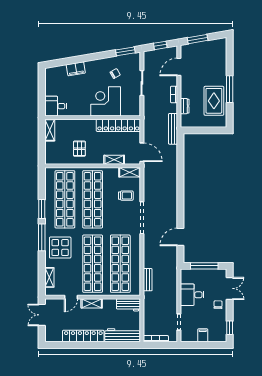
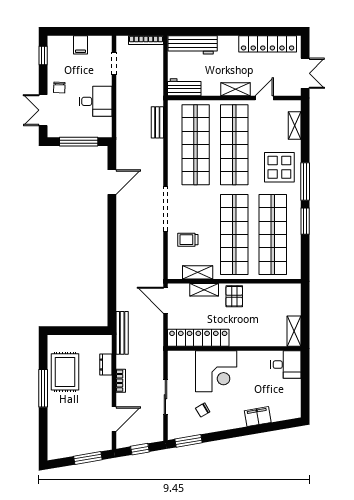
pallet: (79, 149) -> (234, 296), moved
shelving: (130, 172) -> (198, 272), moved
locker: (83, 336) -> (268, 44), moved

